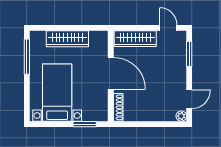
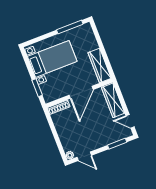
door: (168, 28) -> (130, 121), swing flipped
wardrobe: (67, 39) -> (100, 65), moved

